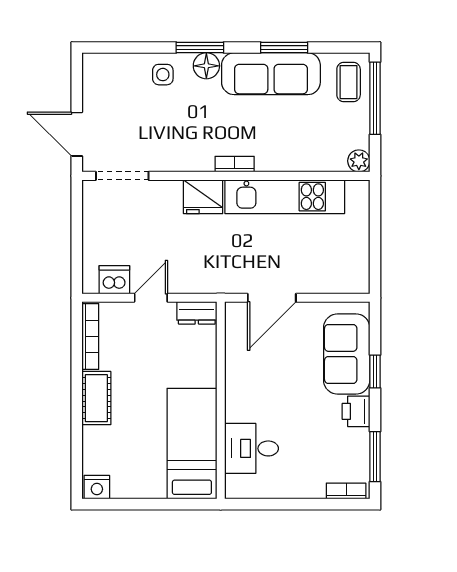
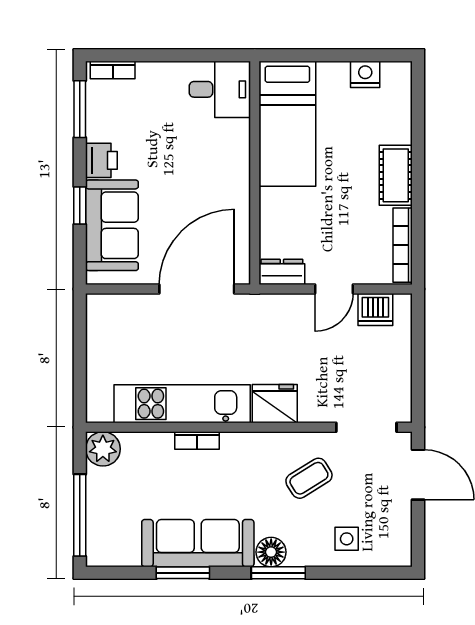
side table: (163, 75) -> (347, 539), moved
coffee table: (349, 82) -> (309, 478), moved, turned 58
plant: (359, 161) -> (103, 449), width x1.38, depth x1.38
bookcase: (235, 164) -> (197, 440), moved
door: (272, 298) -> (197, 289), width x1.36
desk: (251, 448) -> (220, 89), moved
nightstand: (97, 487) -> (365, 74), moved

